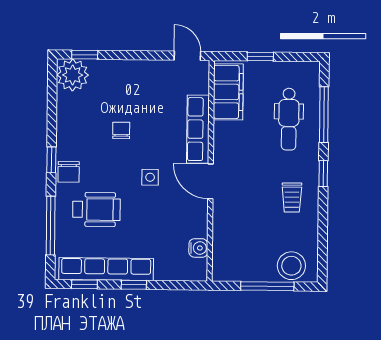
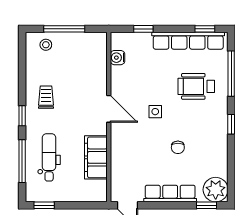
window: (260, 57) -> (44, 205), moved
filing cabinet: (228, 92) -> (96, 157), moved
row of seats: (198, 129) -> (170, 194), moved, turned -90
chair: (69, 172) -> (218, 115), removed
stool: (291, 266) -> (46, 45), width x0.53, depth x0.53
window: (134, 285) -> (143, 29), moved

